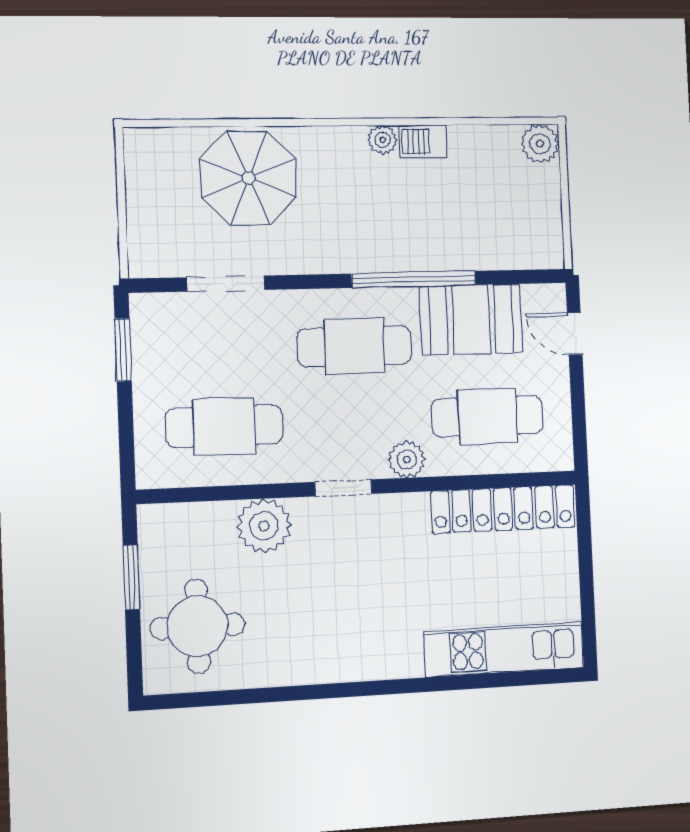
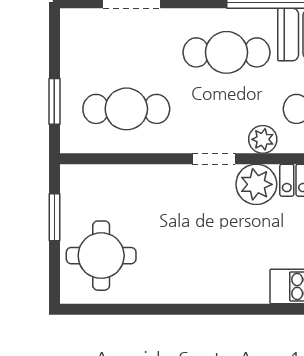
window: (123, 350) -> (54, 101), moved
plant: (264, 526) -> (256, 184), moved

